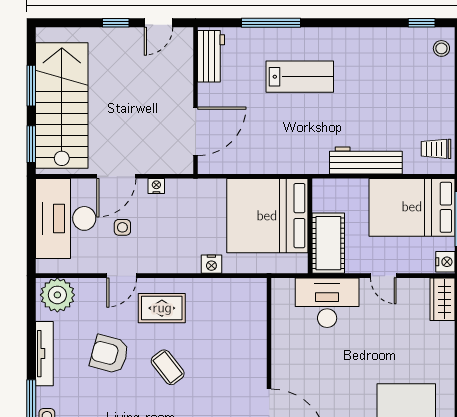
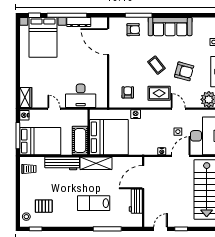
workbench: (211, 56) -> (136, 201), moved
pallet: (405, 71) -> (44, 206), added
shelving: (295, 161) -> (96, 163), added
cot: (328, 243) -> (80, 141), moved
door: (122, 276) -> (178, 109), hinge flipped
armchair: (228, 310) -> (128, 92), added

